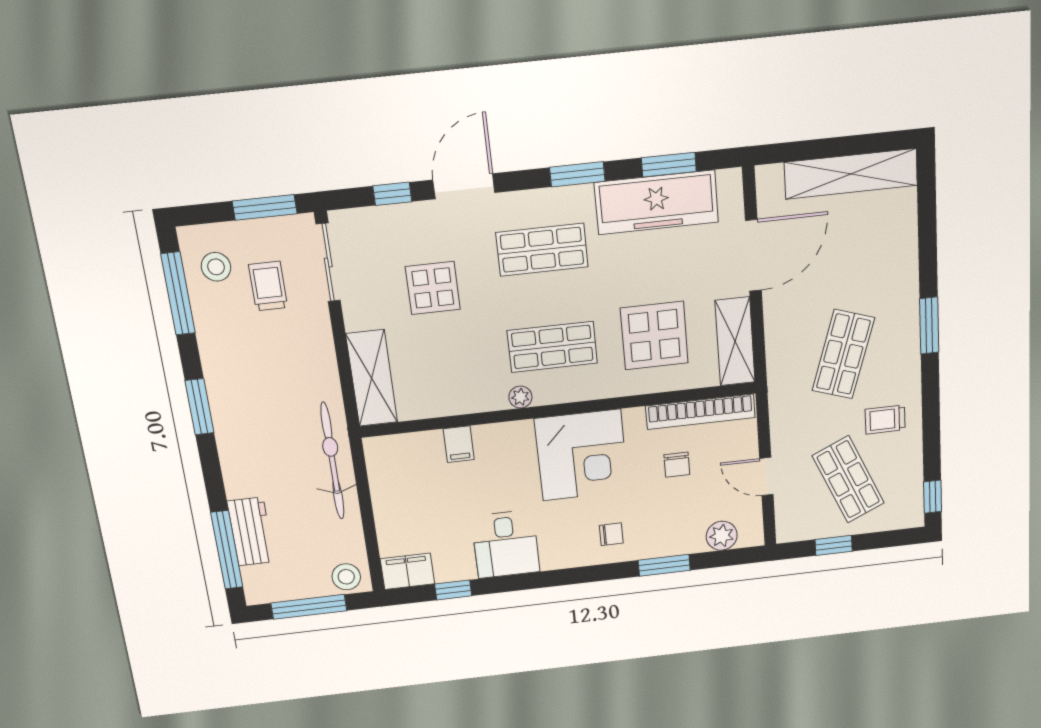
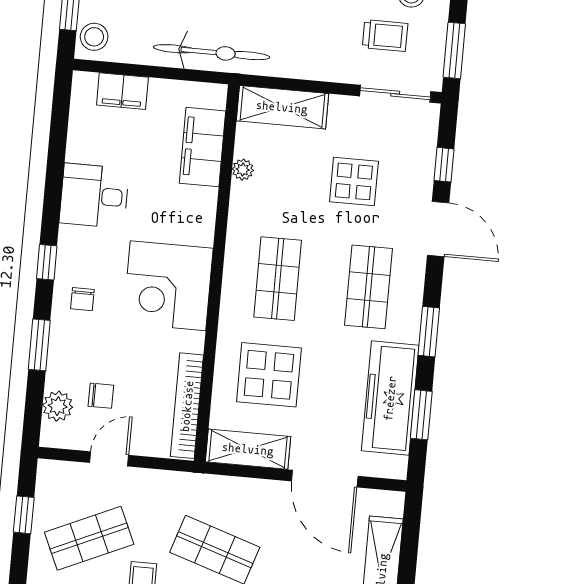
plant: (520, 397) -> (243, 170), moved
filing cabinet: (459, 444) -> (202, 147), width x3.00, depth x1.17
chair: (677, 465) -> (101, 396), moved, turned 180
filing cabinet: (407, 571) -> (122, 91), moved, turned 90
window: (453, 590) -> (47, 262), moved

